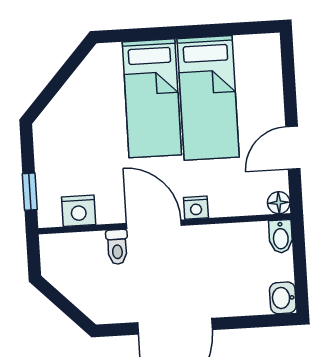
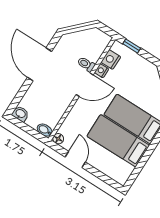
nightstand: (196, 208) -> (101, 71), moved

